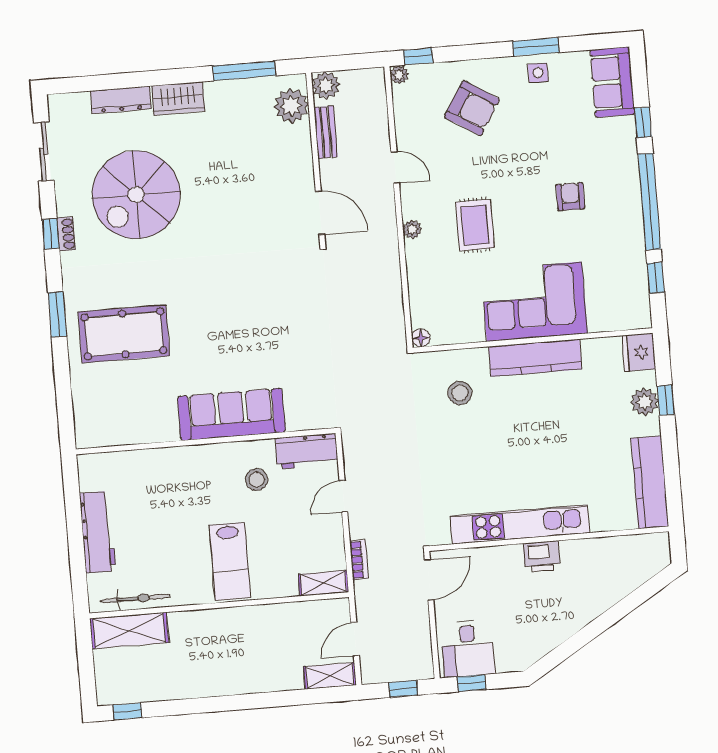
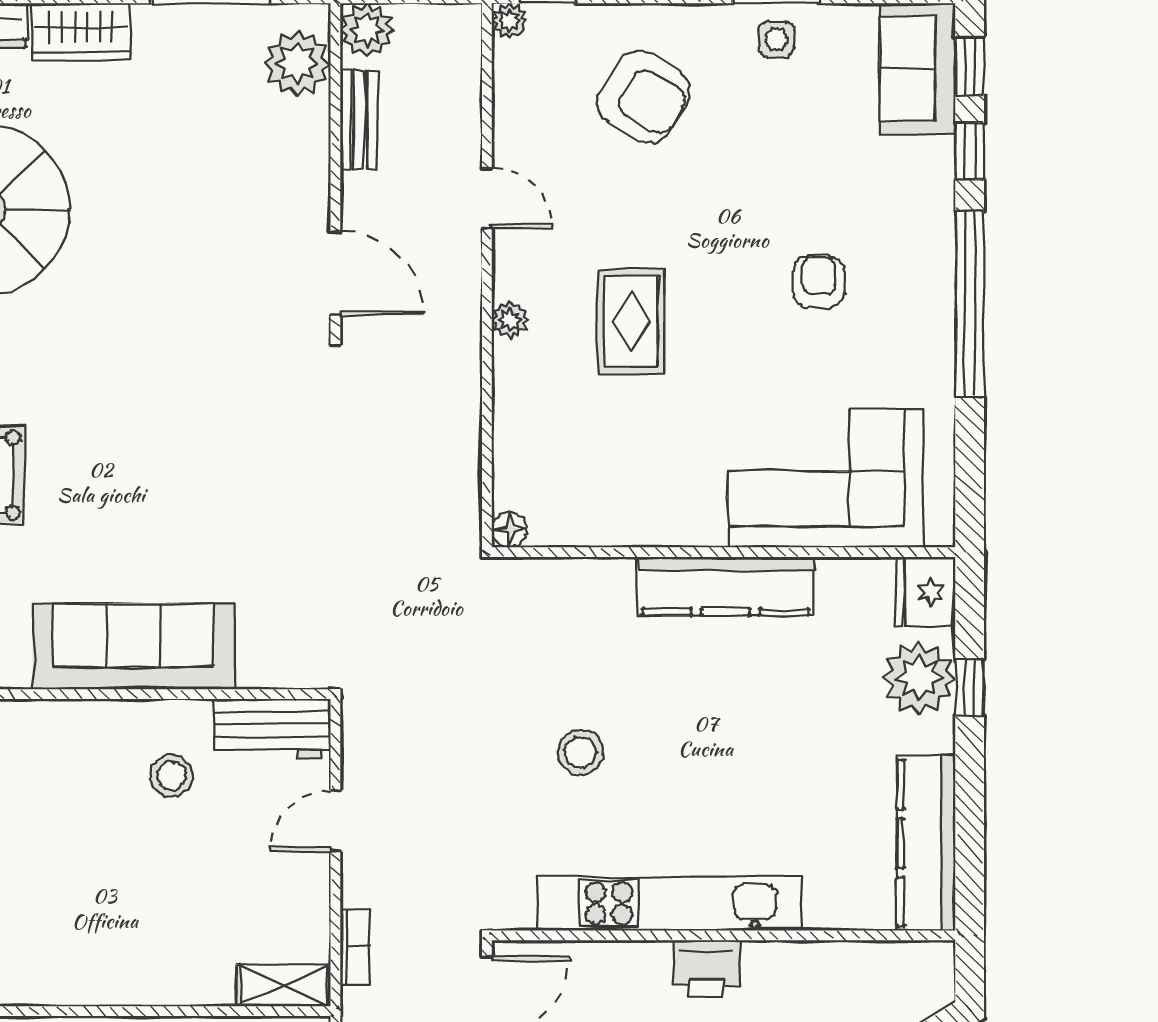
window: (656, 278) -> (970, 66), moved
corner sofa: (534, 302) -> (826, 478), moved
stool: (460, 393) -> (580, 752), moved
plant: (645, 402) -> (919, 678), width x1.36, depth x1.36
lab bench: (230, 561) -> (107, 929), removed

